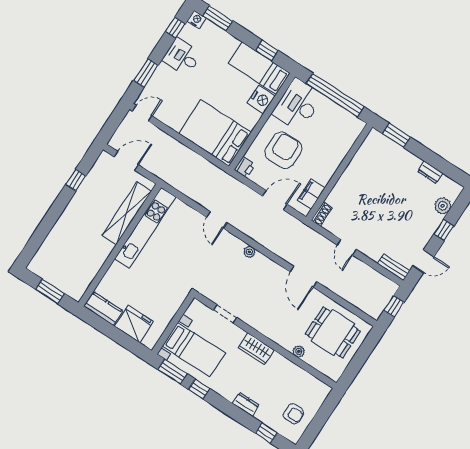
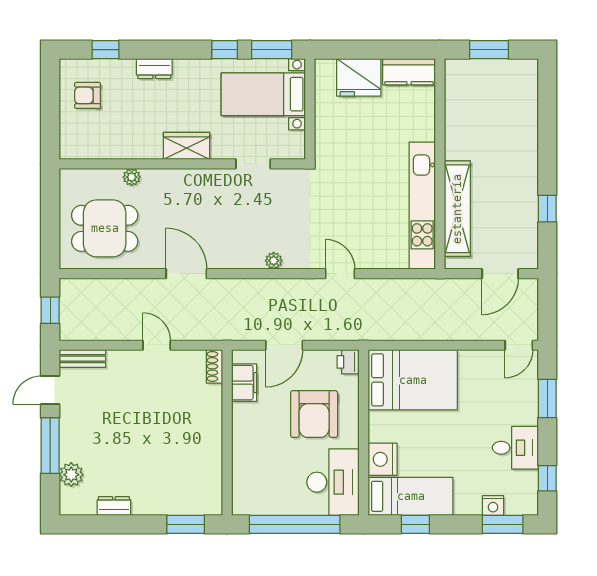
nightstand: (197, 20) -> (493, 506), moved
window: (444, 230) -> (50, 446), width x2.17

